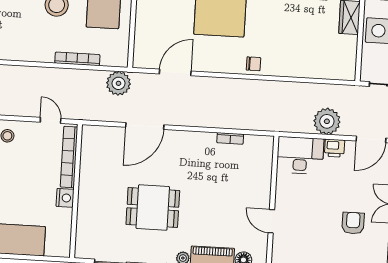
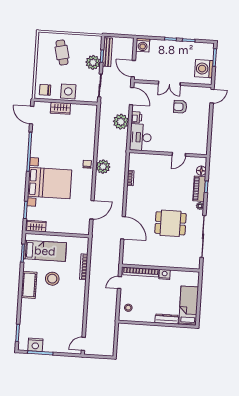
door: (175, 72) -> (92, 210), swing flipped
plant: (118, 83) -> (103, 167), moved
dining table: (153, 207) -> (170, 223), turned 90

